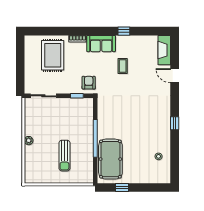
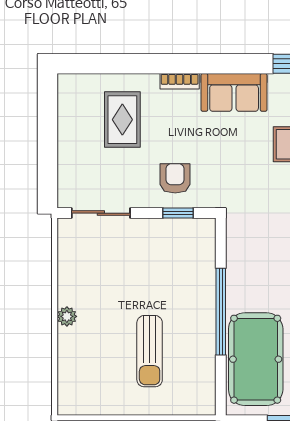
rug: (53, 55) -> (122, 120), width x0.73, depth x0.70
armchair: (89, 83) -> (175, 178), moved

